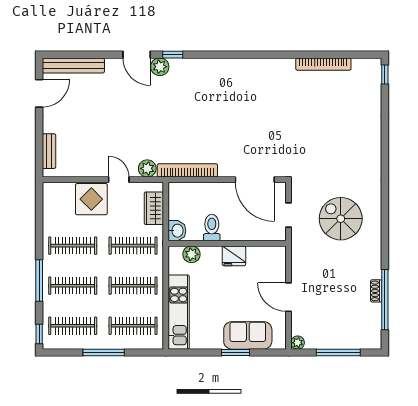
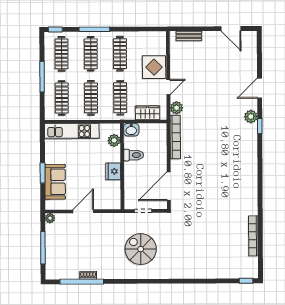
door: (137, 55) -> (260, 88), moved
bench: (73, 65) -> (251, 53), removed
spiral stairs: (341, 219) -> (141, 249), turned -90

